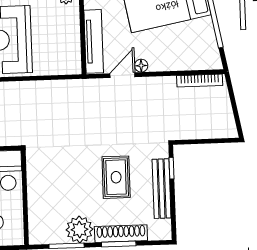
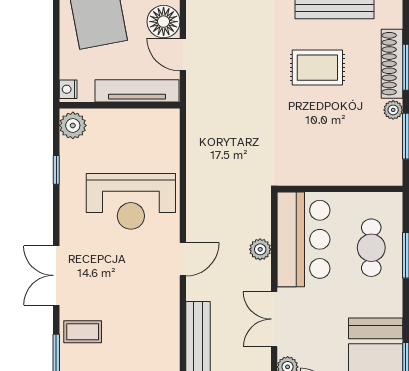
floor lamp: (141, 66) -> (164, 22), width x1.89, depth x1.89
plant: (79, 230) -> (393, 110), width x0.53, depth x0.53

